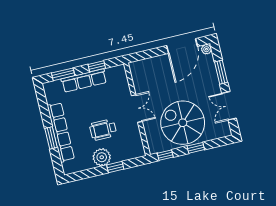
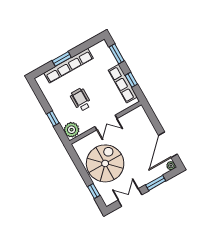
door: (182, 46) -> (168, 145), hinge flipped
row of seats: (84, 81) -> (123, 84), moved
window: (196, 148) -> (94, 191), moved
window: (165, 155) -> (74, 157), removed
plant: (102, 157) -> (72, 130), moved

